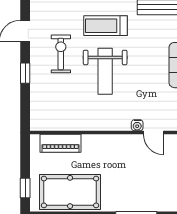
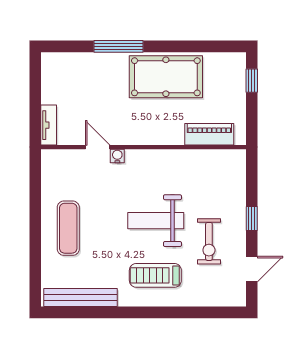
treadmill: (105, 26) -> (155, 275), turned 180
weight bench: (105, 71) -> (156, 221), turned -90
pool table: (70, 192) -> (166, 77), moved

